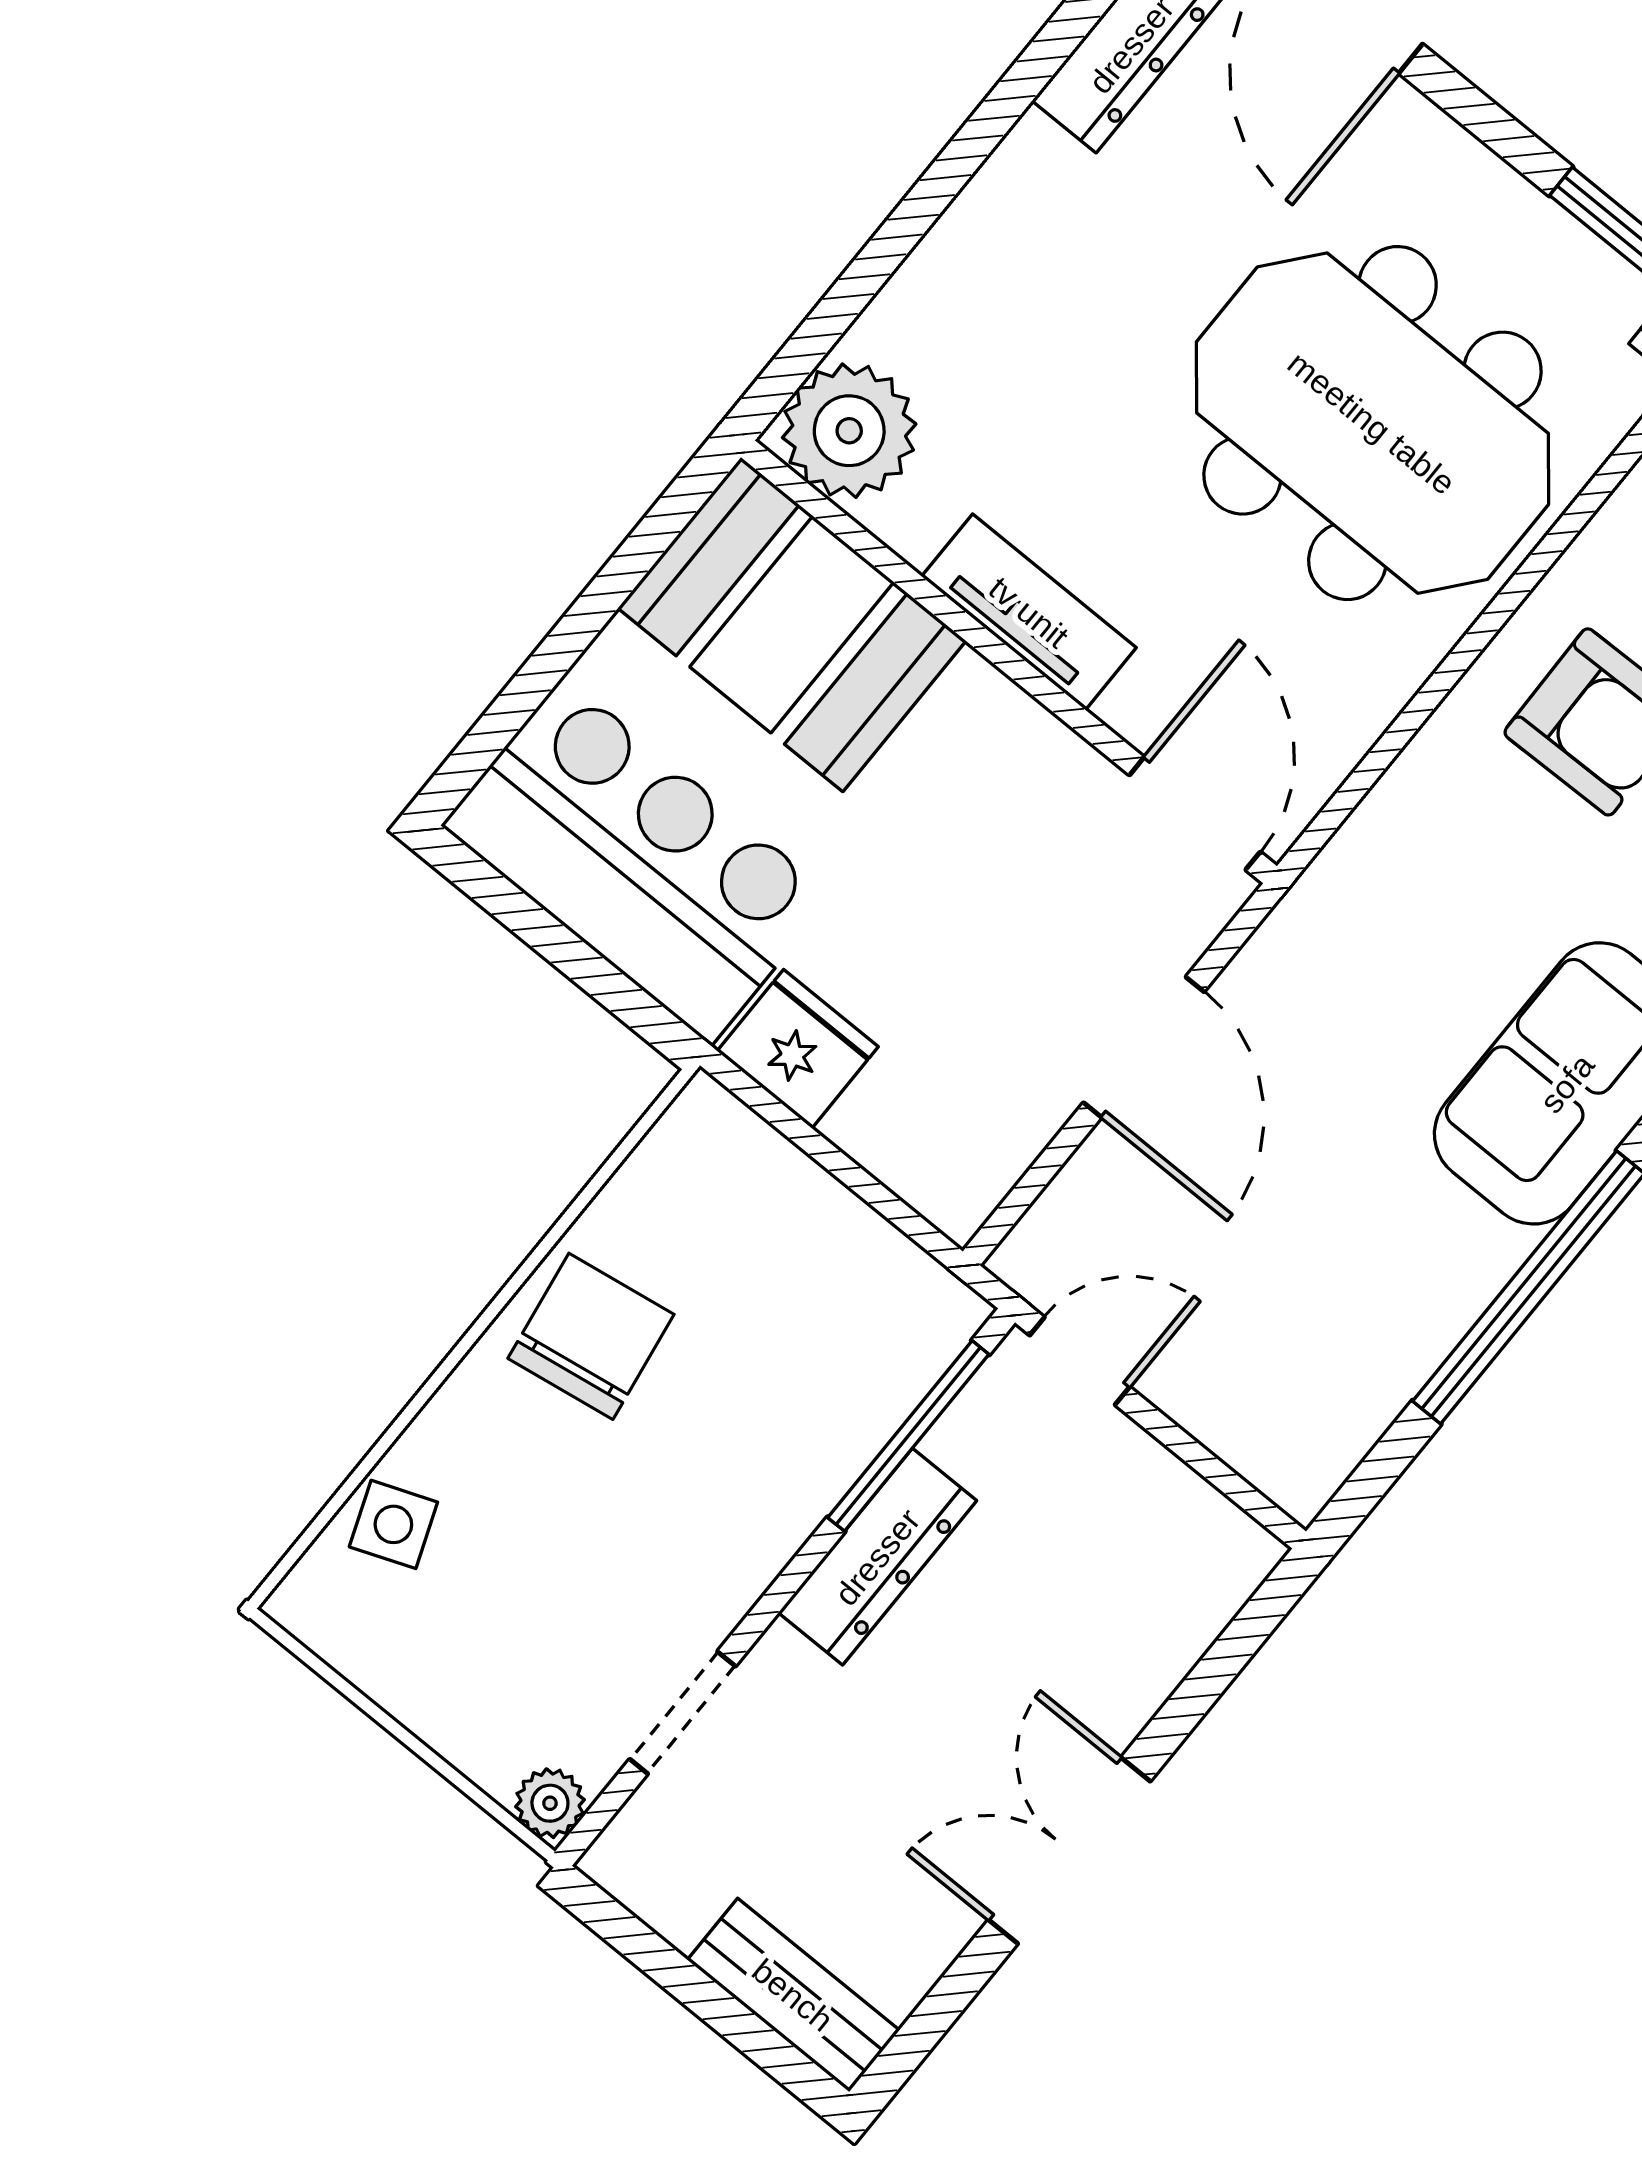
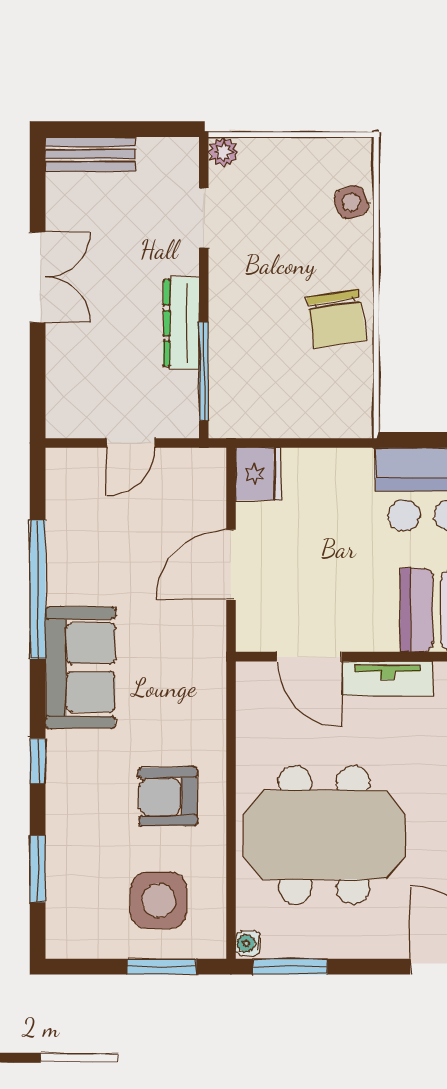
door: (1195, 813) -> (309, 657), moved
door: (1144, 1047) -> (231, 565), hinge flipped
fridge: (798, 1049) -> (258, 474), moved, turned -90
door: (1080, 1361) -> (131, 443), moved

